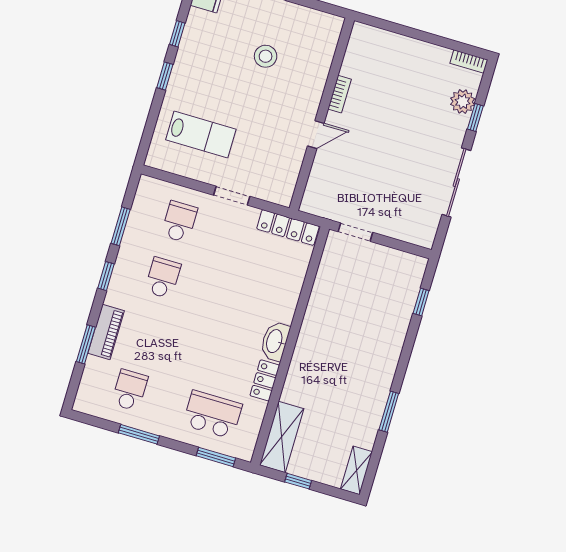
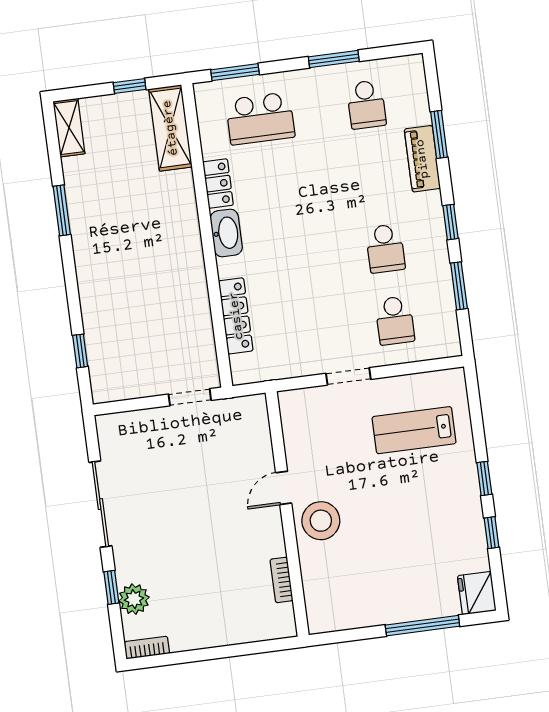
stool: (266, 56) -> (321, 521), moved, width x1.38, depth x1.38
bookcase: (340, 94) -> (281, 580), moved
locker: (288, 228) -> (236, 316), moved, turned 90

